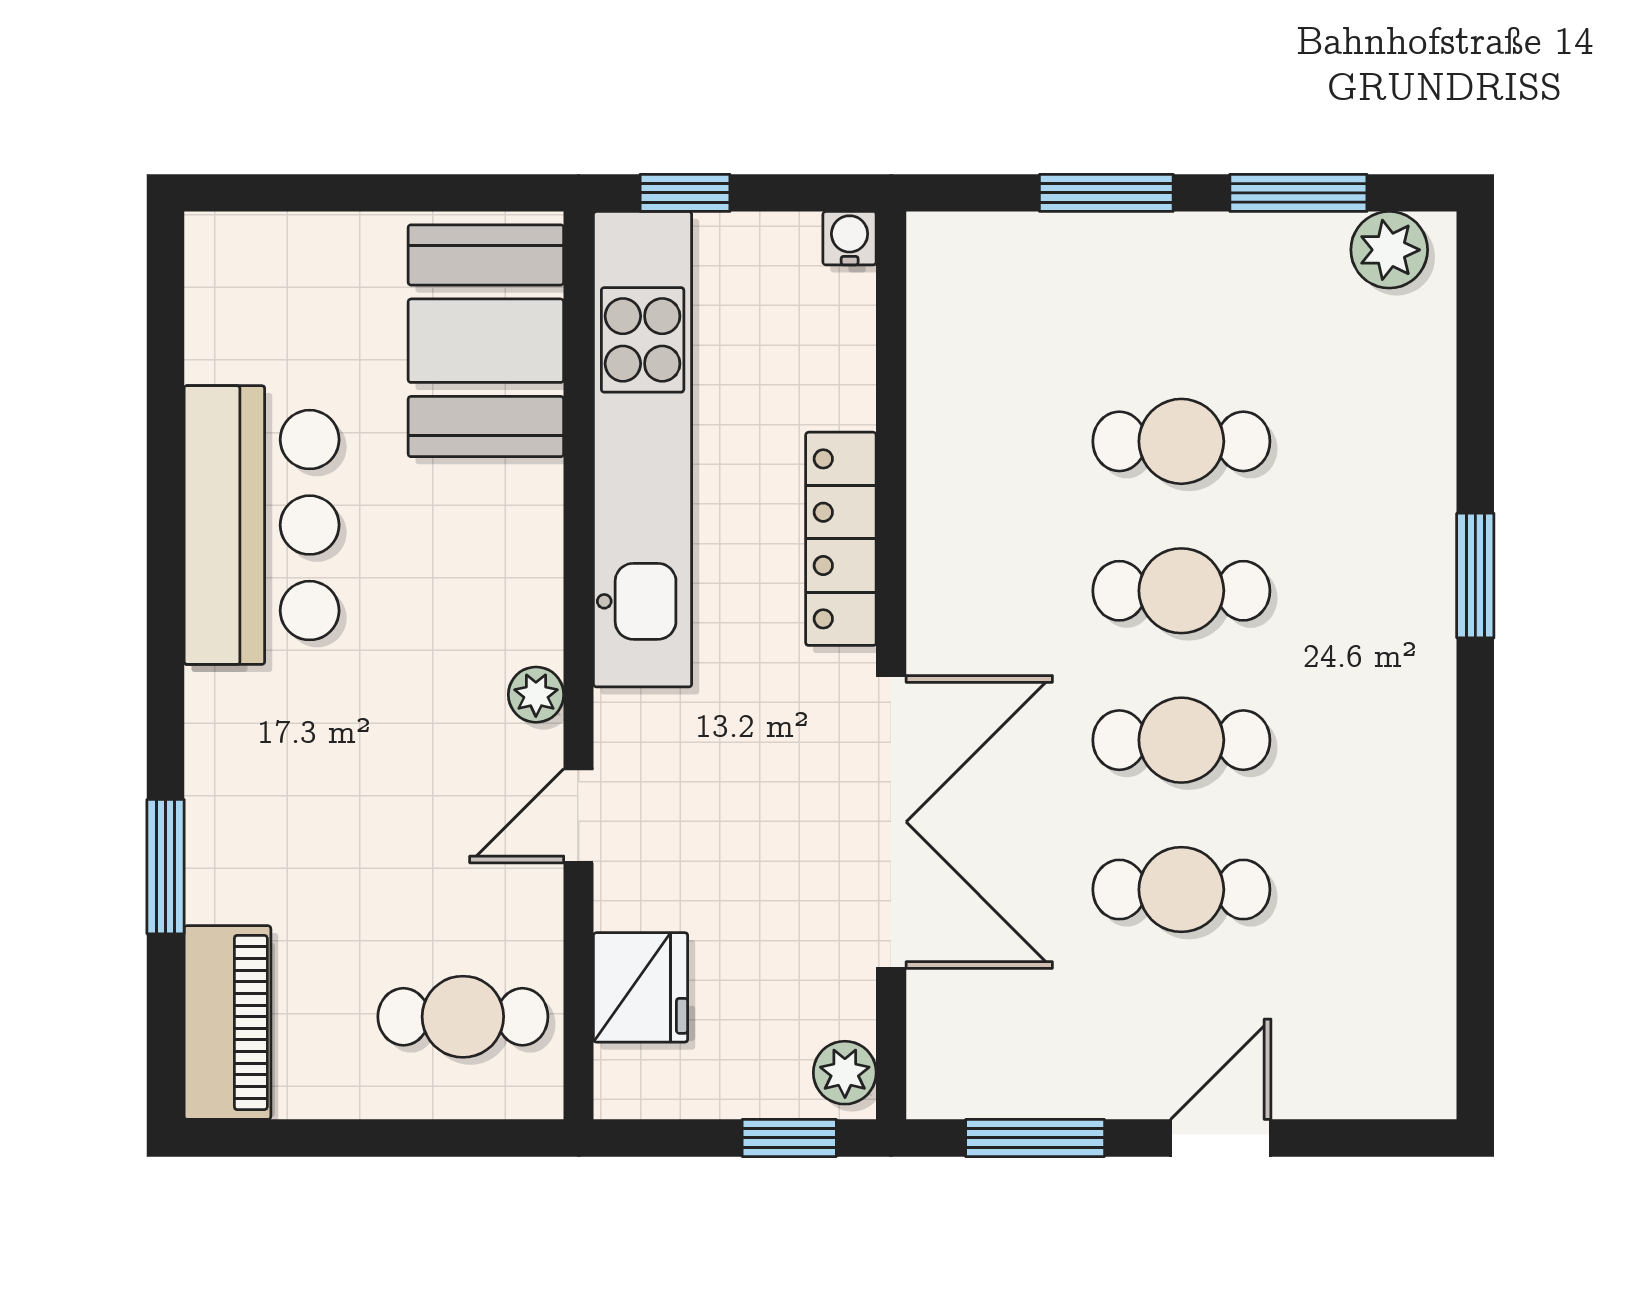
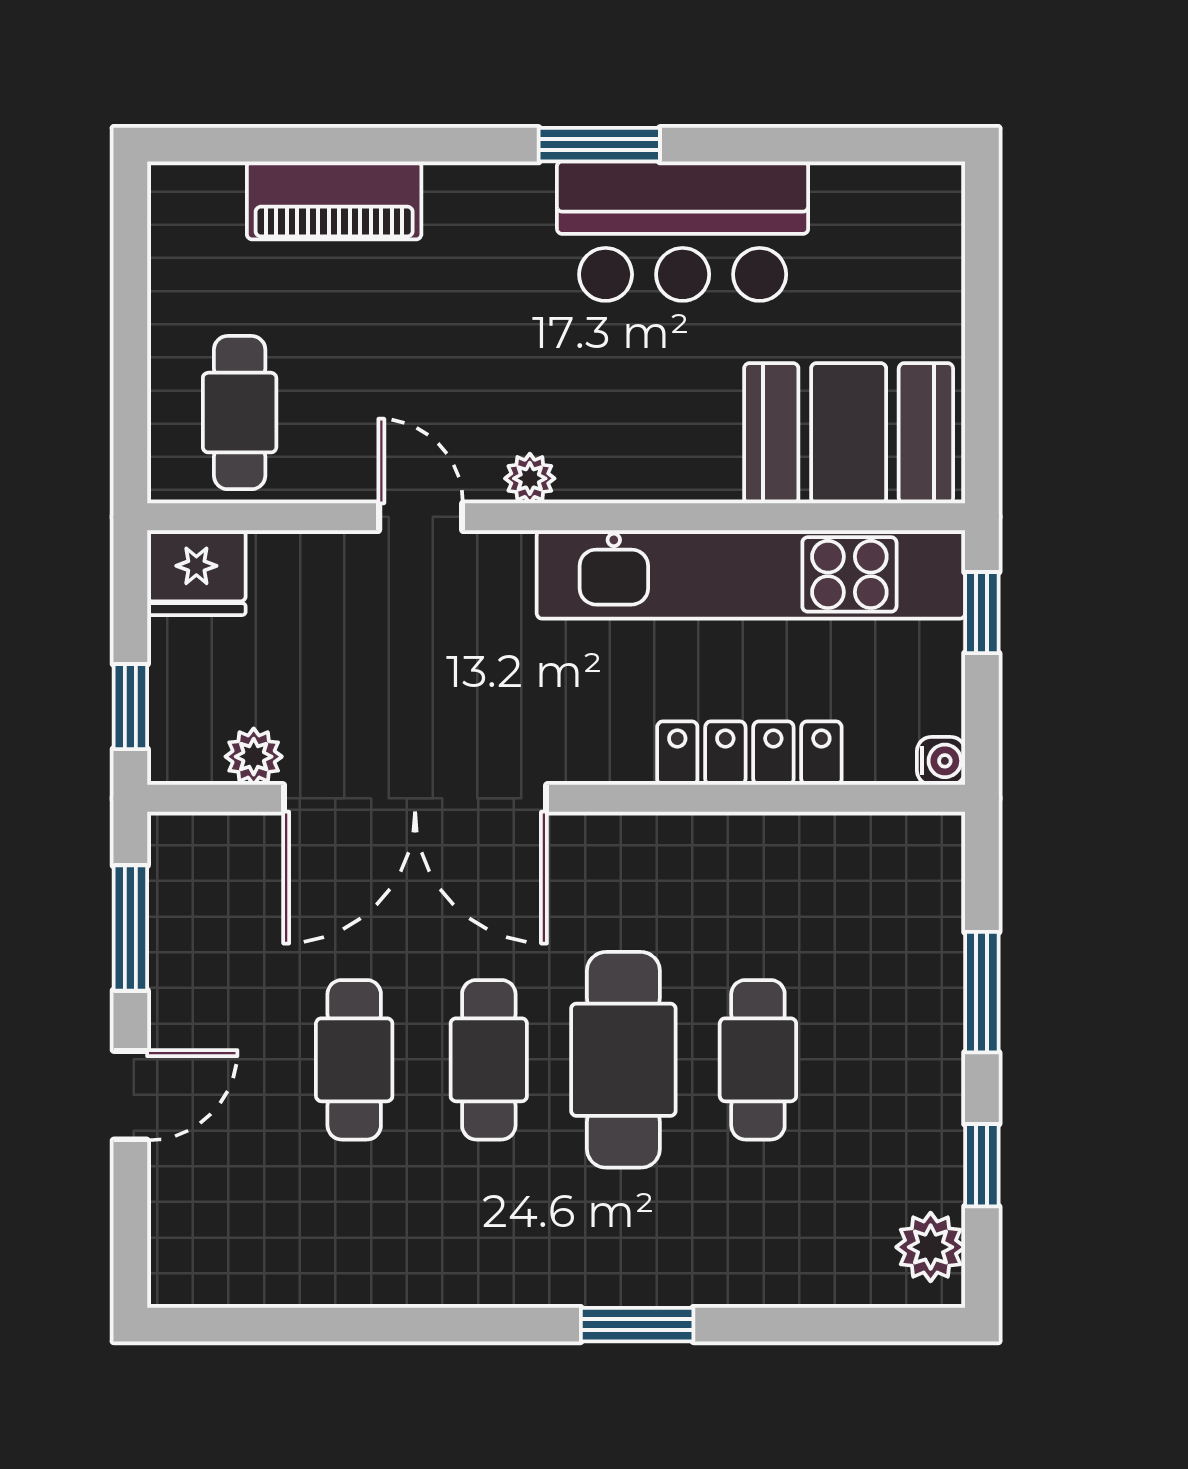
window: (1298, 193) -> (982, 1165), width x0.67
locker: (841, 539) -> (749, 753), moved
cafe table: (1181, 591) -> (623, 1060), width x1.37, depth x1.35
window: (166, 867) -> (599, 145), moved
fridge: (641, 987) -> (196, 573), moved
piano: (227, 1023) -> (334, 200), moved
plant: (845, 1073) -> (254, 757), moved
door: (1221, 1138) -> (130, 1095), hinge flipped

